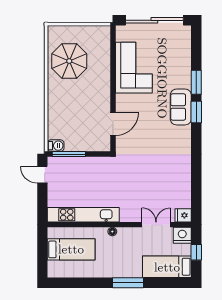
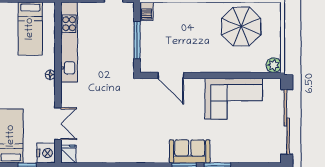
plant: (104, 32) -> (274, 65), added
window: (69, 154) -> (137, 40), moved

